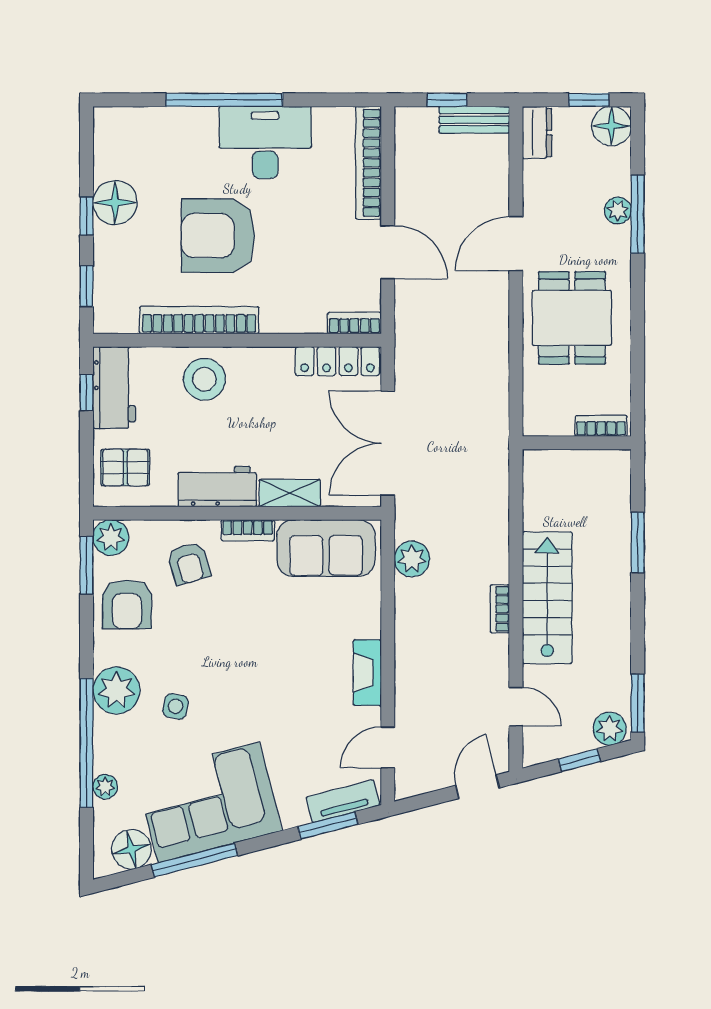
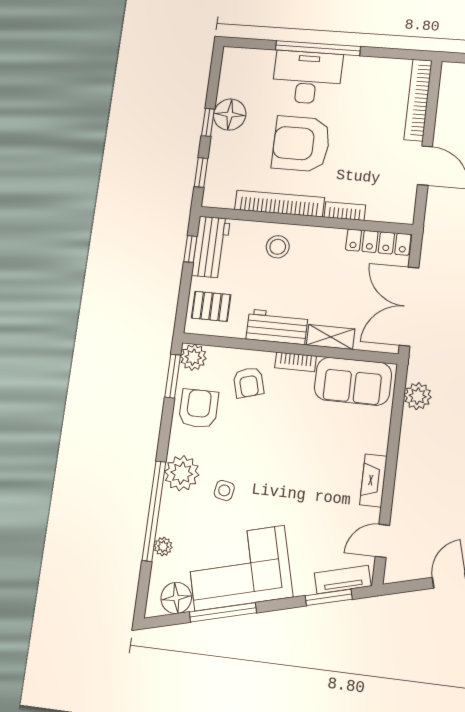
desk: (265, 142) -> (307, 77), moved
bookcase: (354, 323) -> (345, 211), moved
stool: (204, 379) -> (278, 247), width x0.73, depth x0.73
armchair: (127, 604) -> (198, 409), turned 180

